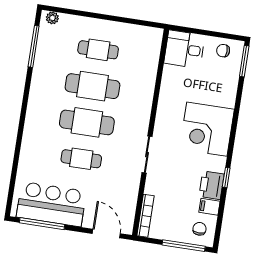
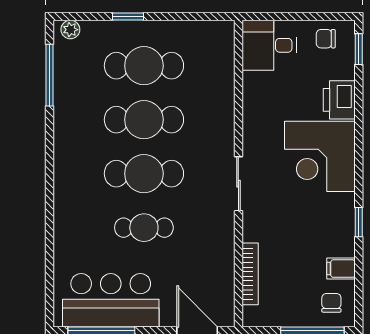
window: (92, 15) -> (128, 17), added
cafe table: (98, 50) -> (144, 66), width x1.37, depth x1.35
window: (244, 61) -> (359, 49), width x0.67
sliding door: (147, 155) -> (238, 184), moved
printer: (212, 185) -> (339, 100), moved
bookcase: (145, 216) -> (250, 274), moved

